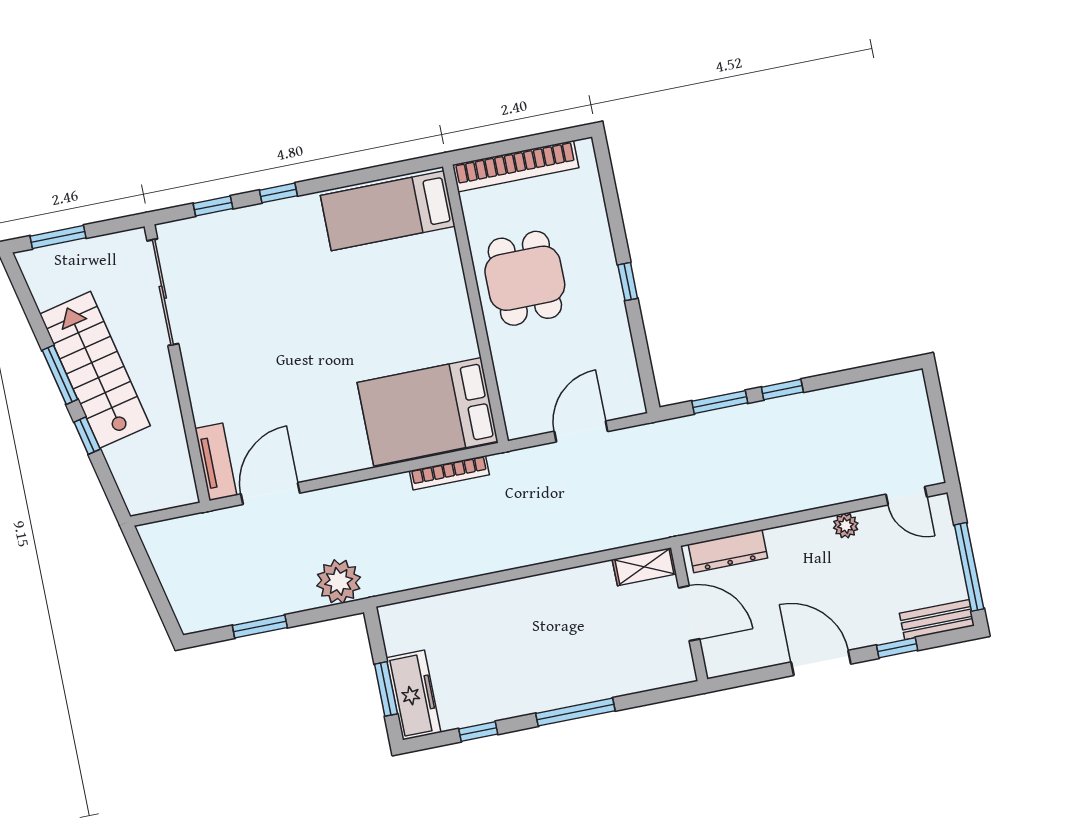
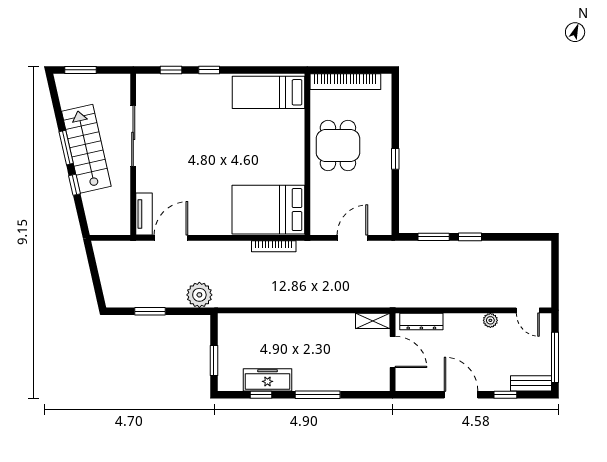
sliding door: (163, 292) -> (133, 136), moved
freezer: (414, 695) -> (267, 380), moved, turned -90

